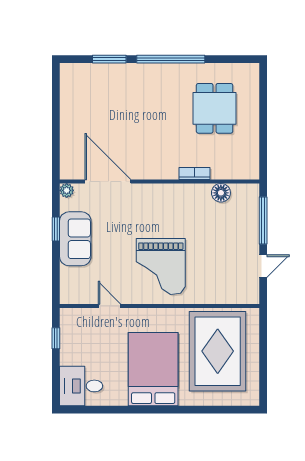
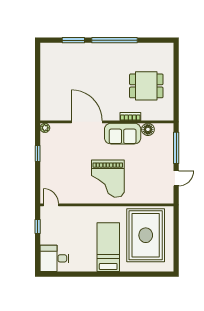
dining table: (215, 108) -> (146, 86), moved, turned 90
door: (108, 182) -> (87, 122), moved
sofa: (75, 239) -> (123, 134), moved, turned 90
door: (109, 306) -> (51, 205), moved
bed: (153, 369) -> (108, 247), width x0.67

